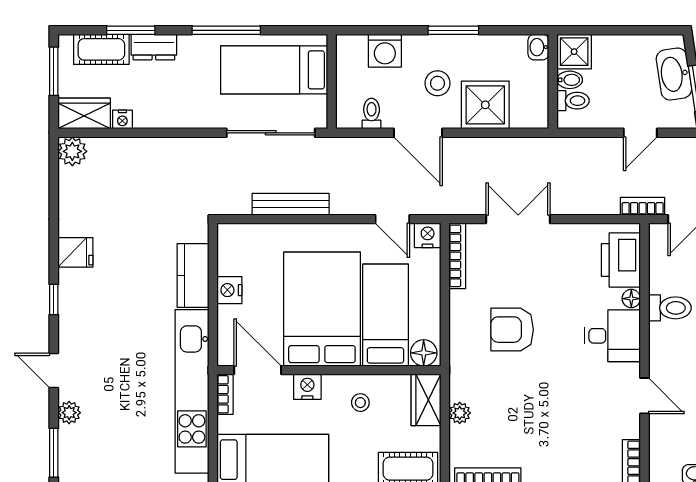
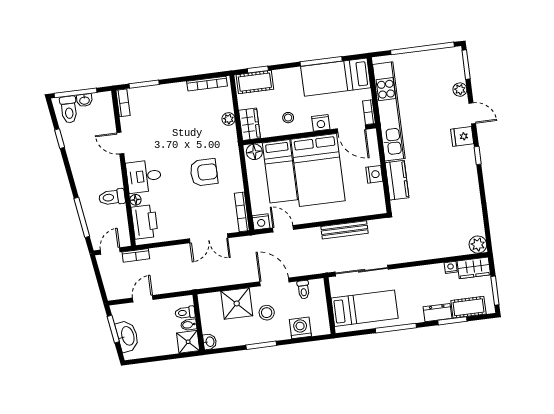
fridge: (75, 252) -> (462, 137), moved

